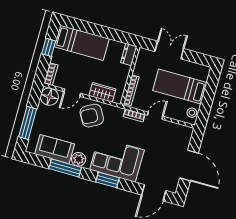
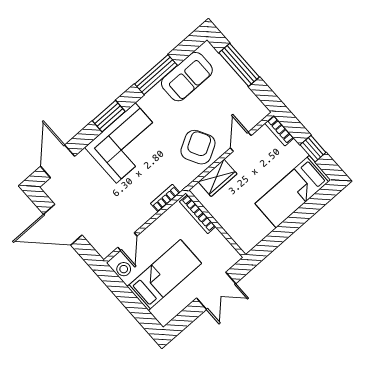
dresser: (129, 54) -> (242, 239), removed
floor lamp: (49, 97) -> (254, 111), removed
door: (155, 116) -> (127, 242), moved
plant: (79, 159) -> (156, 97), removed

